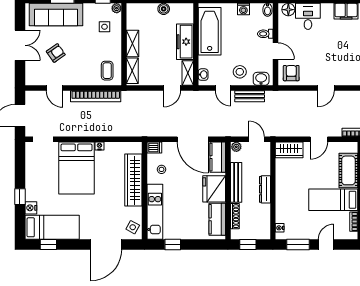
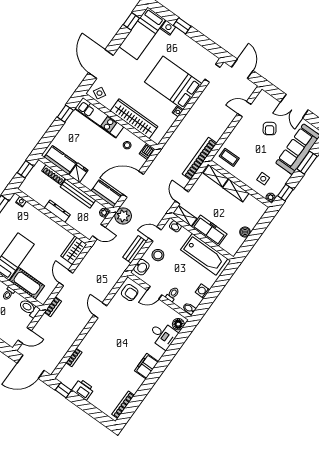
bookcase: (96, 96) -> (200, 159), moved
plant: (227, 128) -> (123, 216), added
fridge: (214, 189) -> (79, 173), width x0.53, depth x0.75

